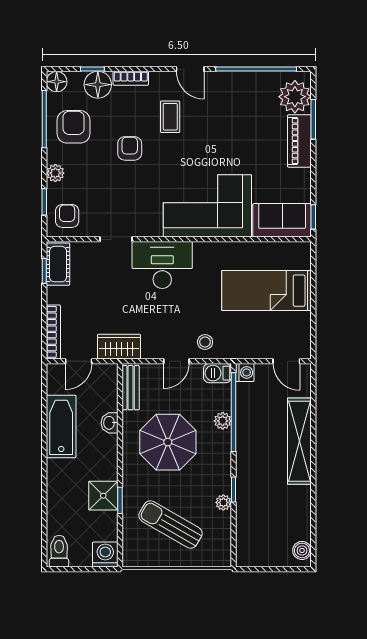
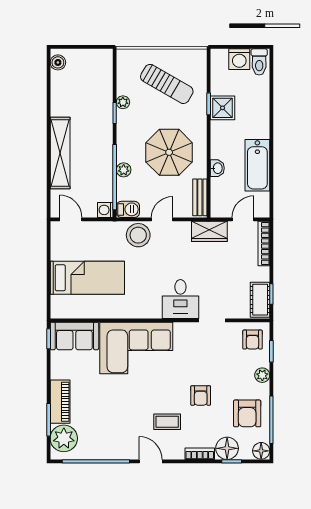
coffee table: (170, 117) -> (167, 422), turned 90
desk: (162, 265) -> (180, 299), width x0.73
stool: (205, 342) -> (138, 235), width x1.89, depth x1.89
washing machine: (105, 555) -> (239, 59), moved

